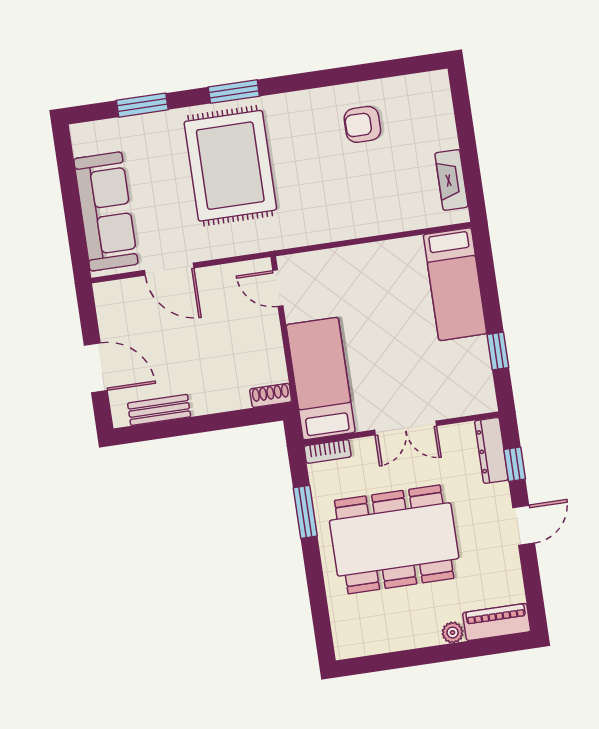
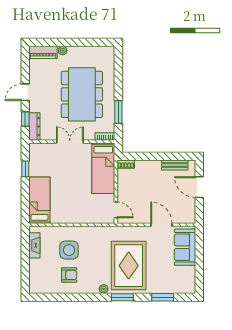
plant: (279, 104) -> (104, 289), added
side table: (371, 181) -> (69, 250), added
sofa: (106, 211) -> (185, 247), width x0.73
dining table: (394, 539) -> (82, 94), turned 90

